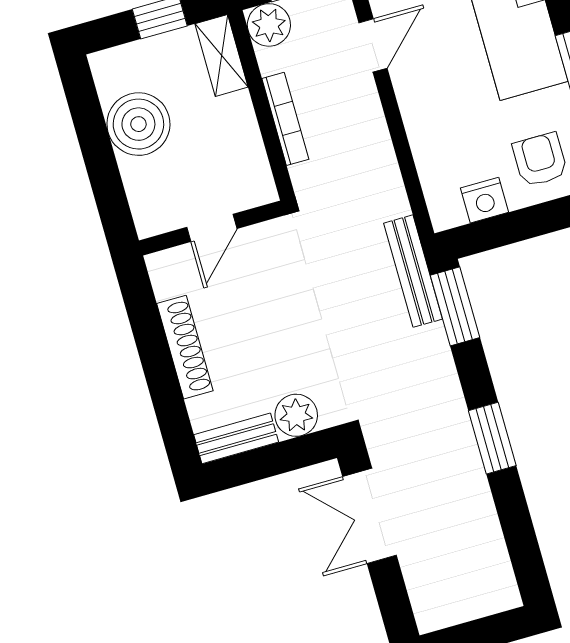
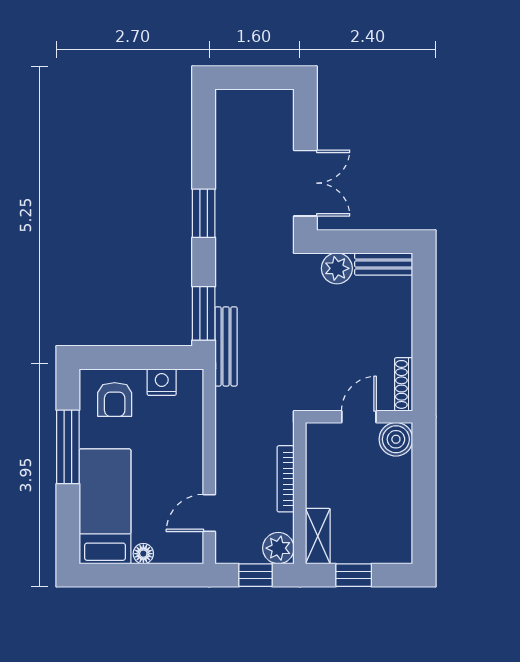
boiler: (138, 124) -> (396, 439), moved, width x0.73, depth x0.73
shoe rack: (185, 347) -> (404, 384), moved, width x0.74, depth x0.81

